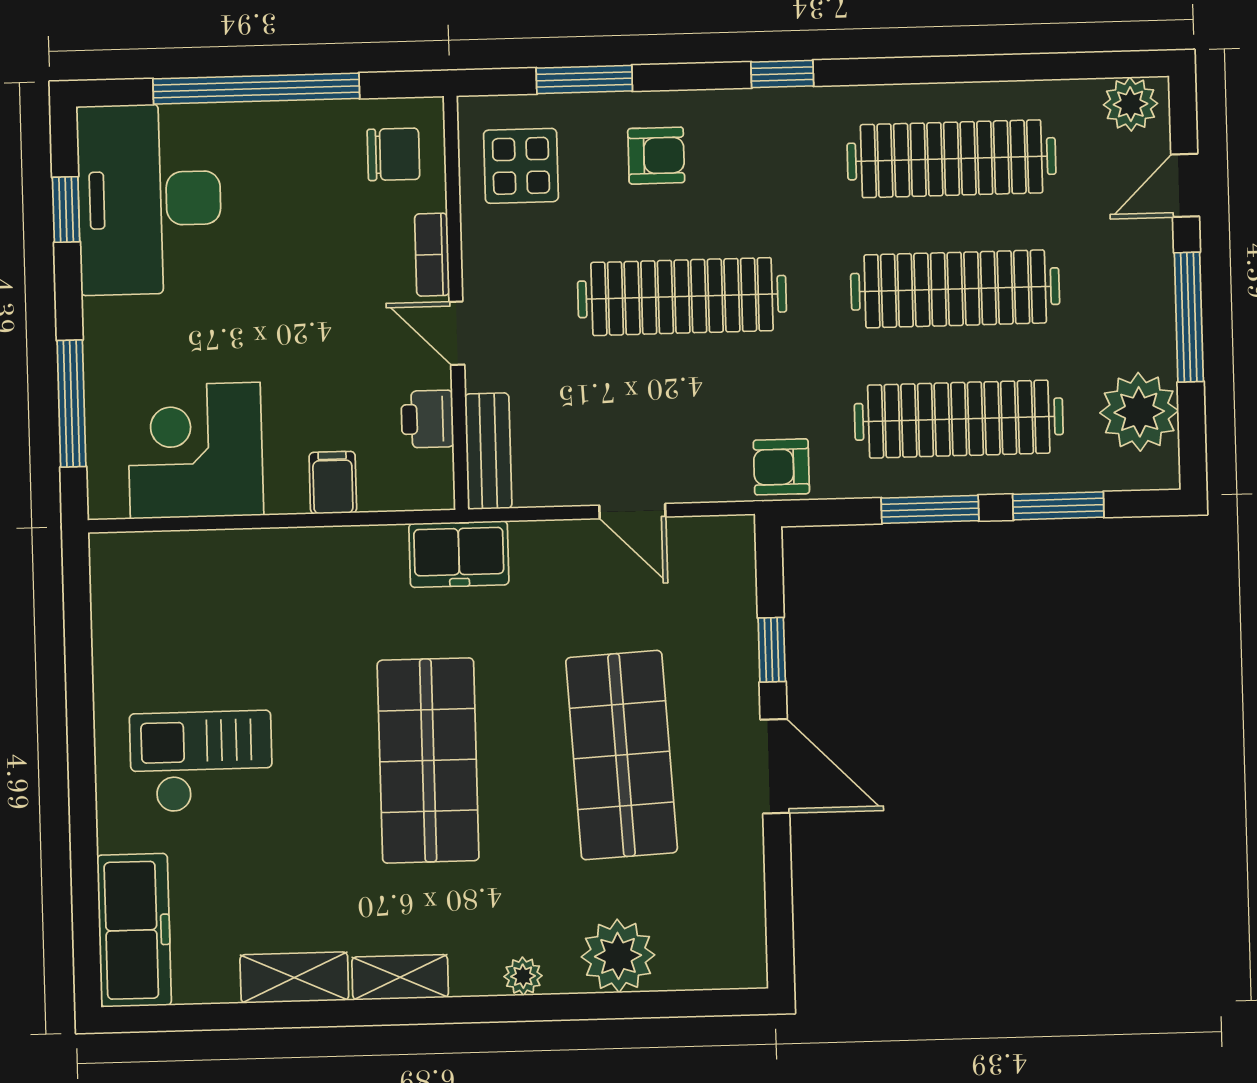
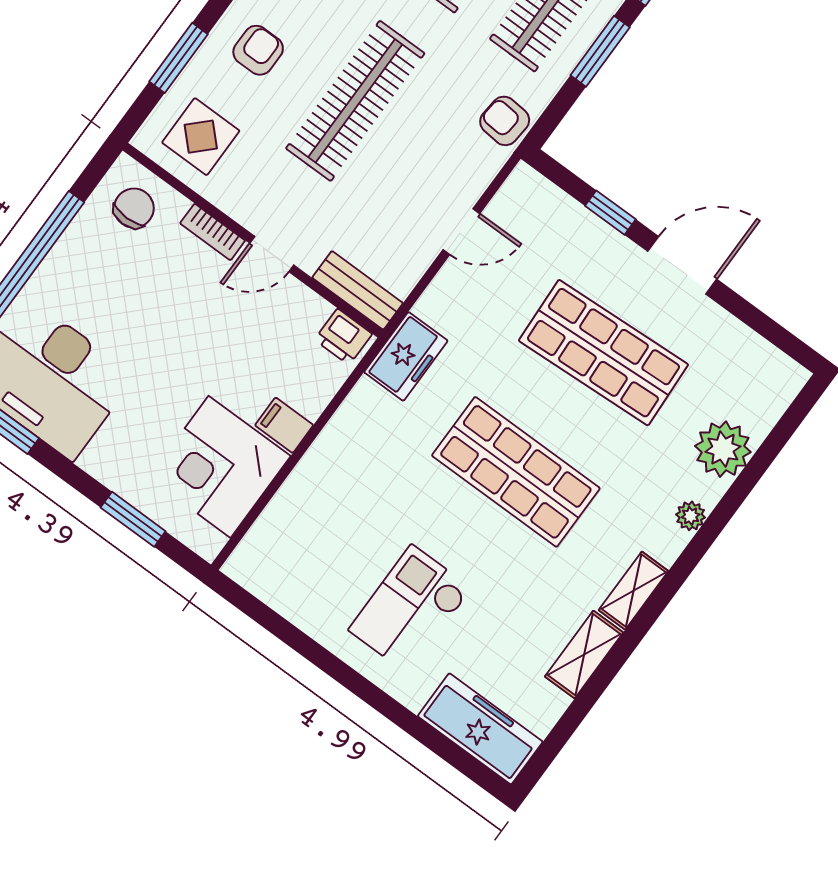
window: (71, 403) -> (133, 519), width x0.69
printer: (427, 419) -> (343, 337), moved
armchair: (781, 467) -> (505, 121), turned 95
filing cabinet: (333, 483) -> (284, 425), moved

